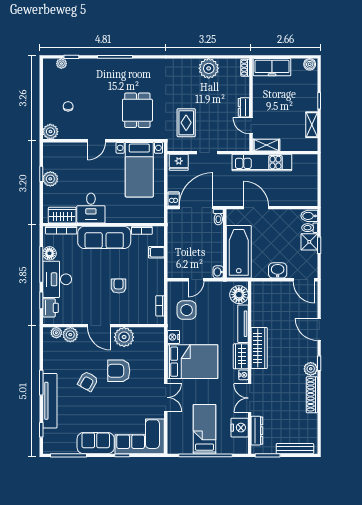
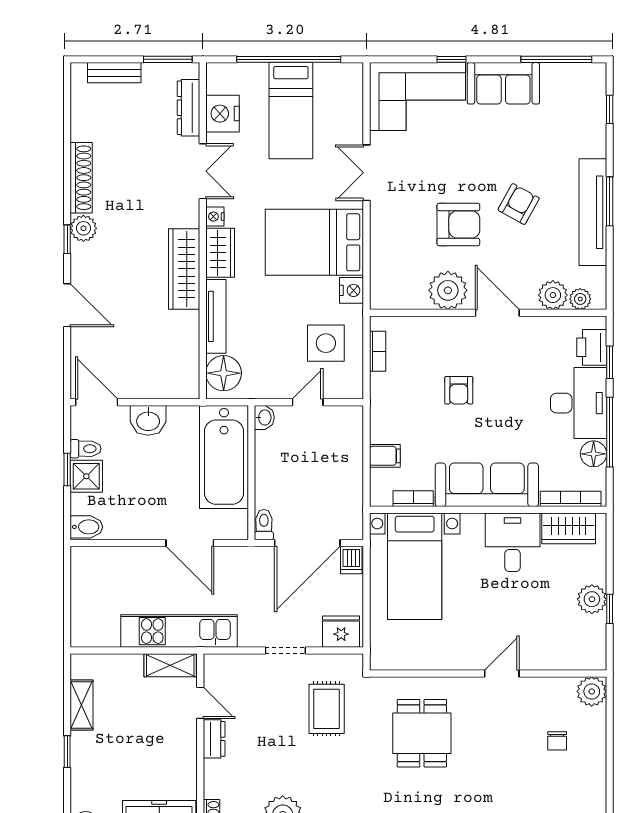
bed with nightstands: (139, 170) -> (415, 566), moved, turned 180
toilet: (310, 228) -> (86, 449), moved
tv unit: (50, 401) -> (593, 212), moved
bench: (295, 449) -> (114, 73), width x0.73

